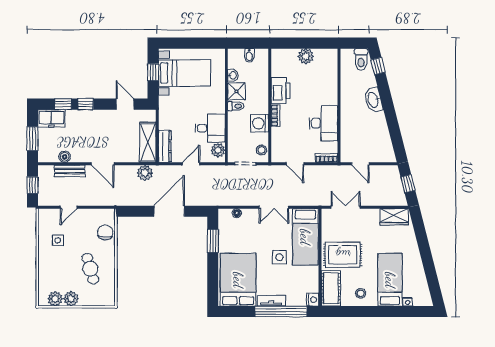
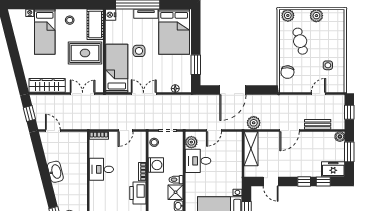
washbasin: (373, 100) -> (55, 172), moved
desk: (323, 123) -> (101, 169), width x0.73
dresser: (165, 146) -> (237, 145), removed
boiler: (65, 157) -> (340, 137), moved
door: (103, 164) -> (289, 131), swing flipped
door: (295, 164) -> (126, 131), swing flipped
door: (360, 164) -> (53, 131), moved
double door: (346, 207) -> (83, 94), swing flipped
wardrobe: (394, 217) -> (47, 85), width x1.50
plant: (55, 299) -> (288, 15), moved

